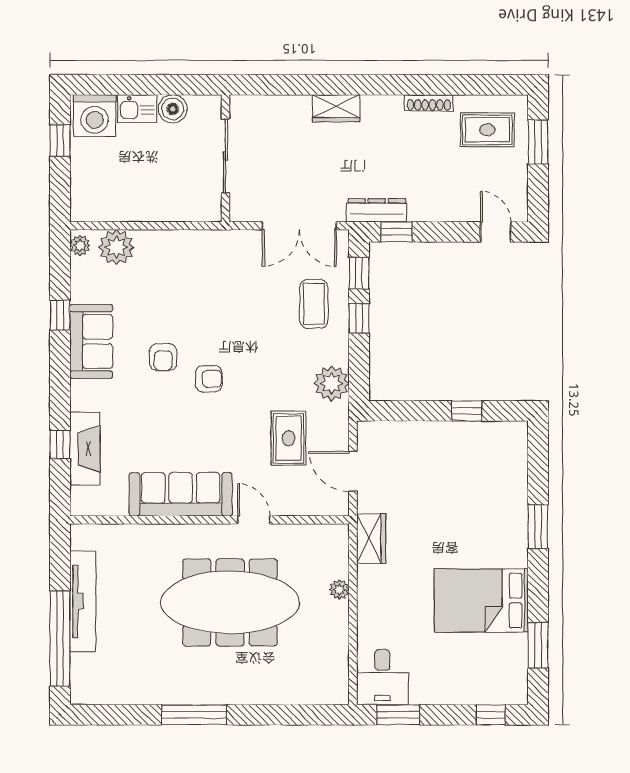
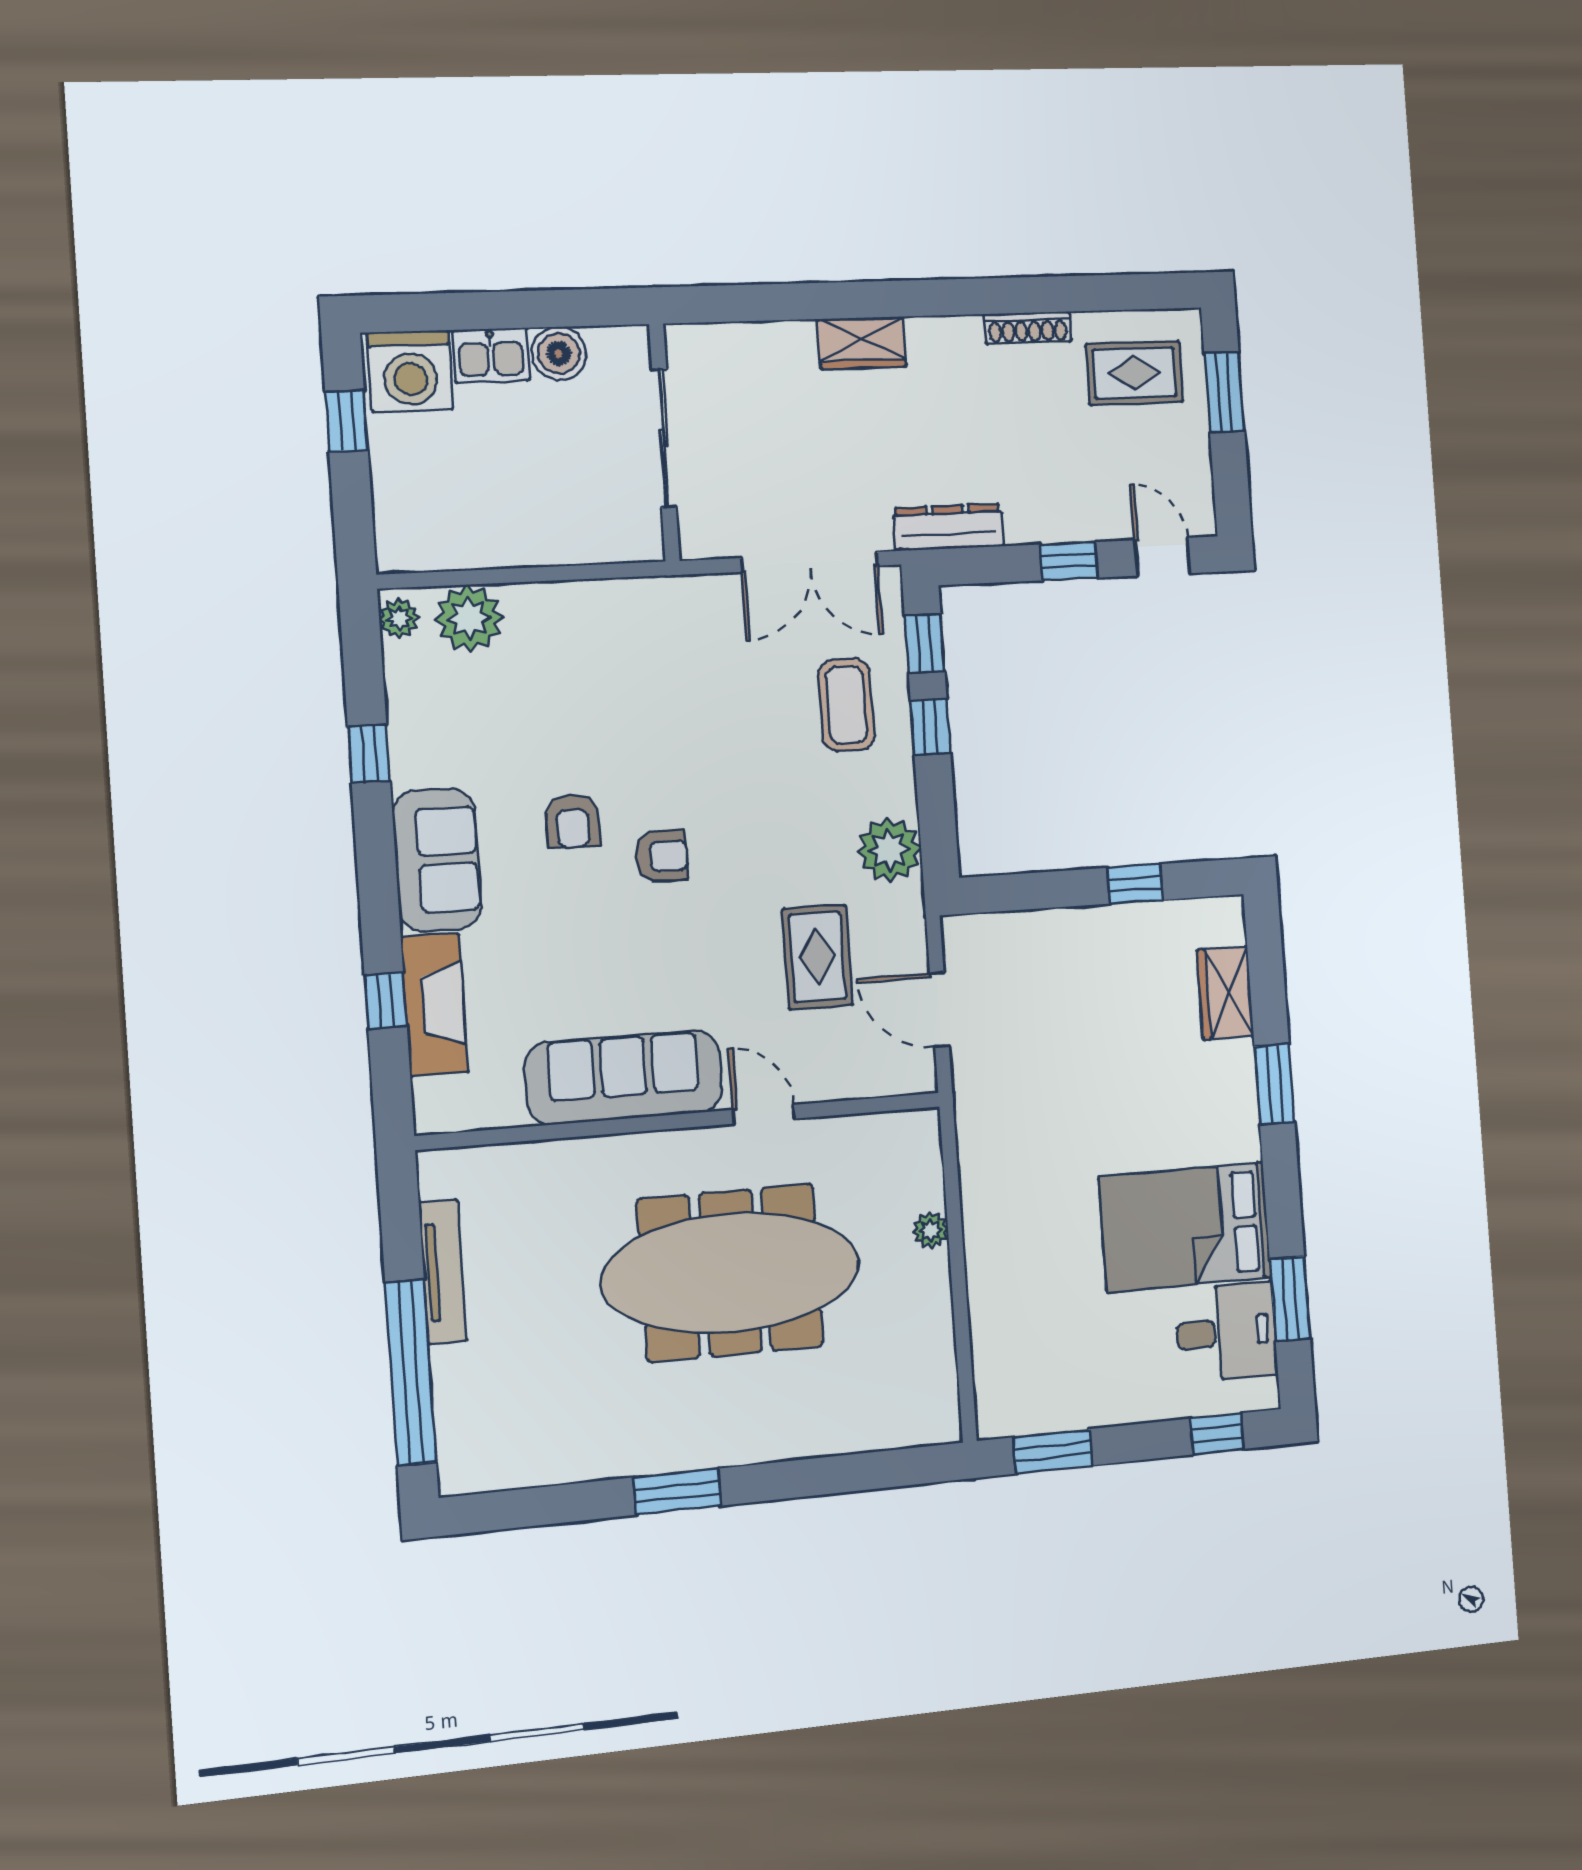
window: (397, 232) -> (1069, 561), moved
sofa: (91, 341) -> (437, 860), moved
wardrobe: (371, 538) -> (1225, 993), moved, turned 180
tv unit: (83, 601) -> (443, 1272), width x0.73, depth x0.78
desk: (382, 677) -> (1226, 1332), moved, turned -90
window: (194, 715) -> (677, 1492), width x0.69

